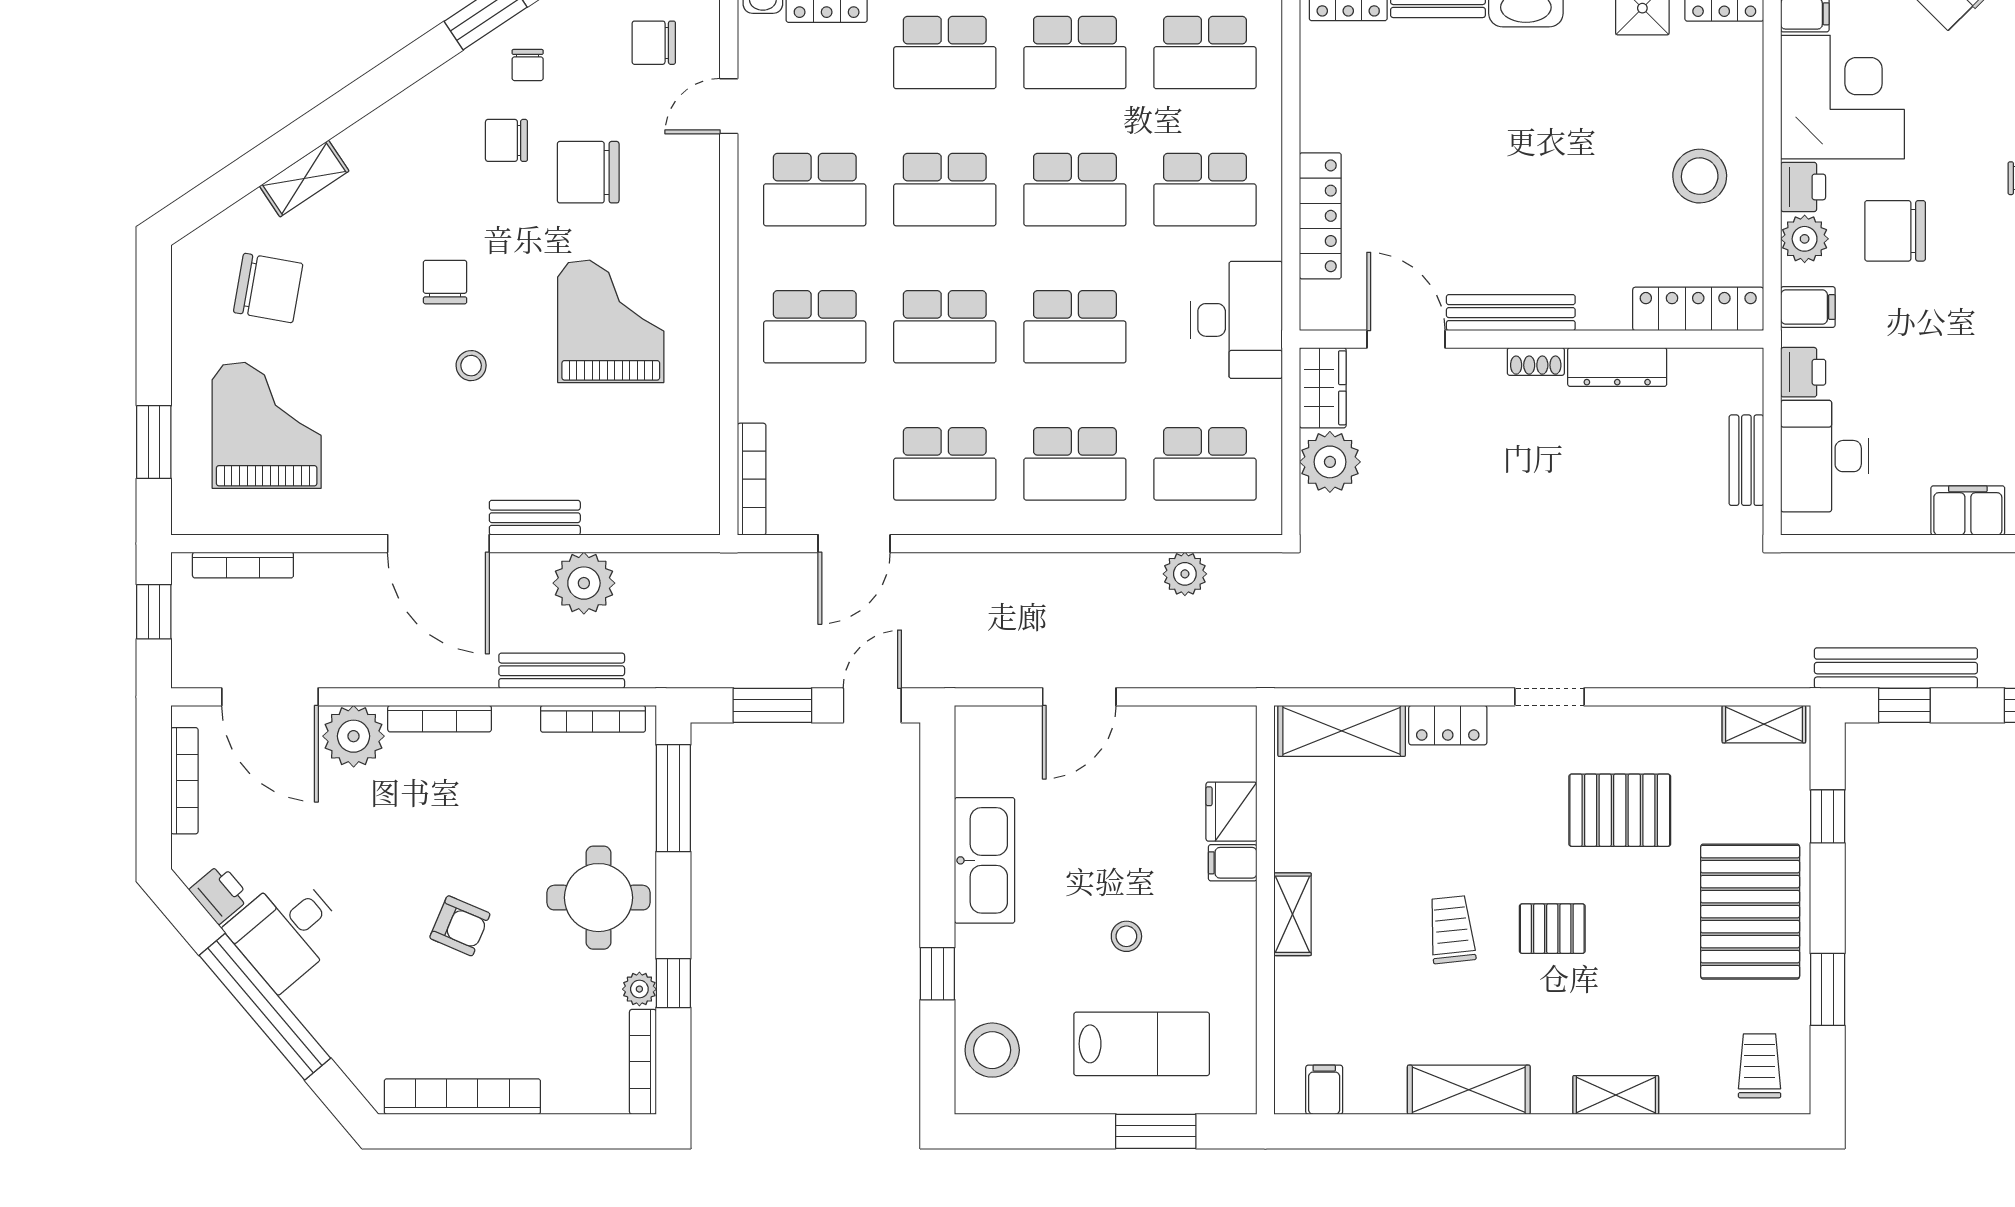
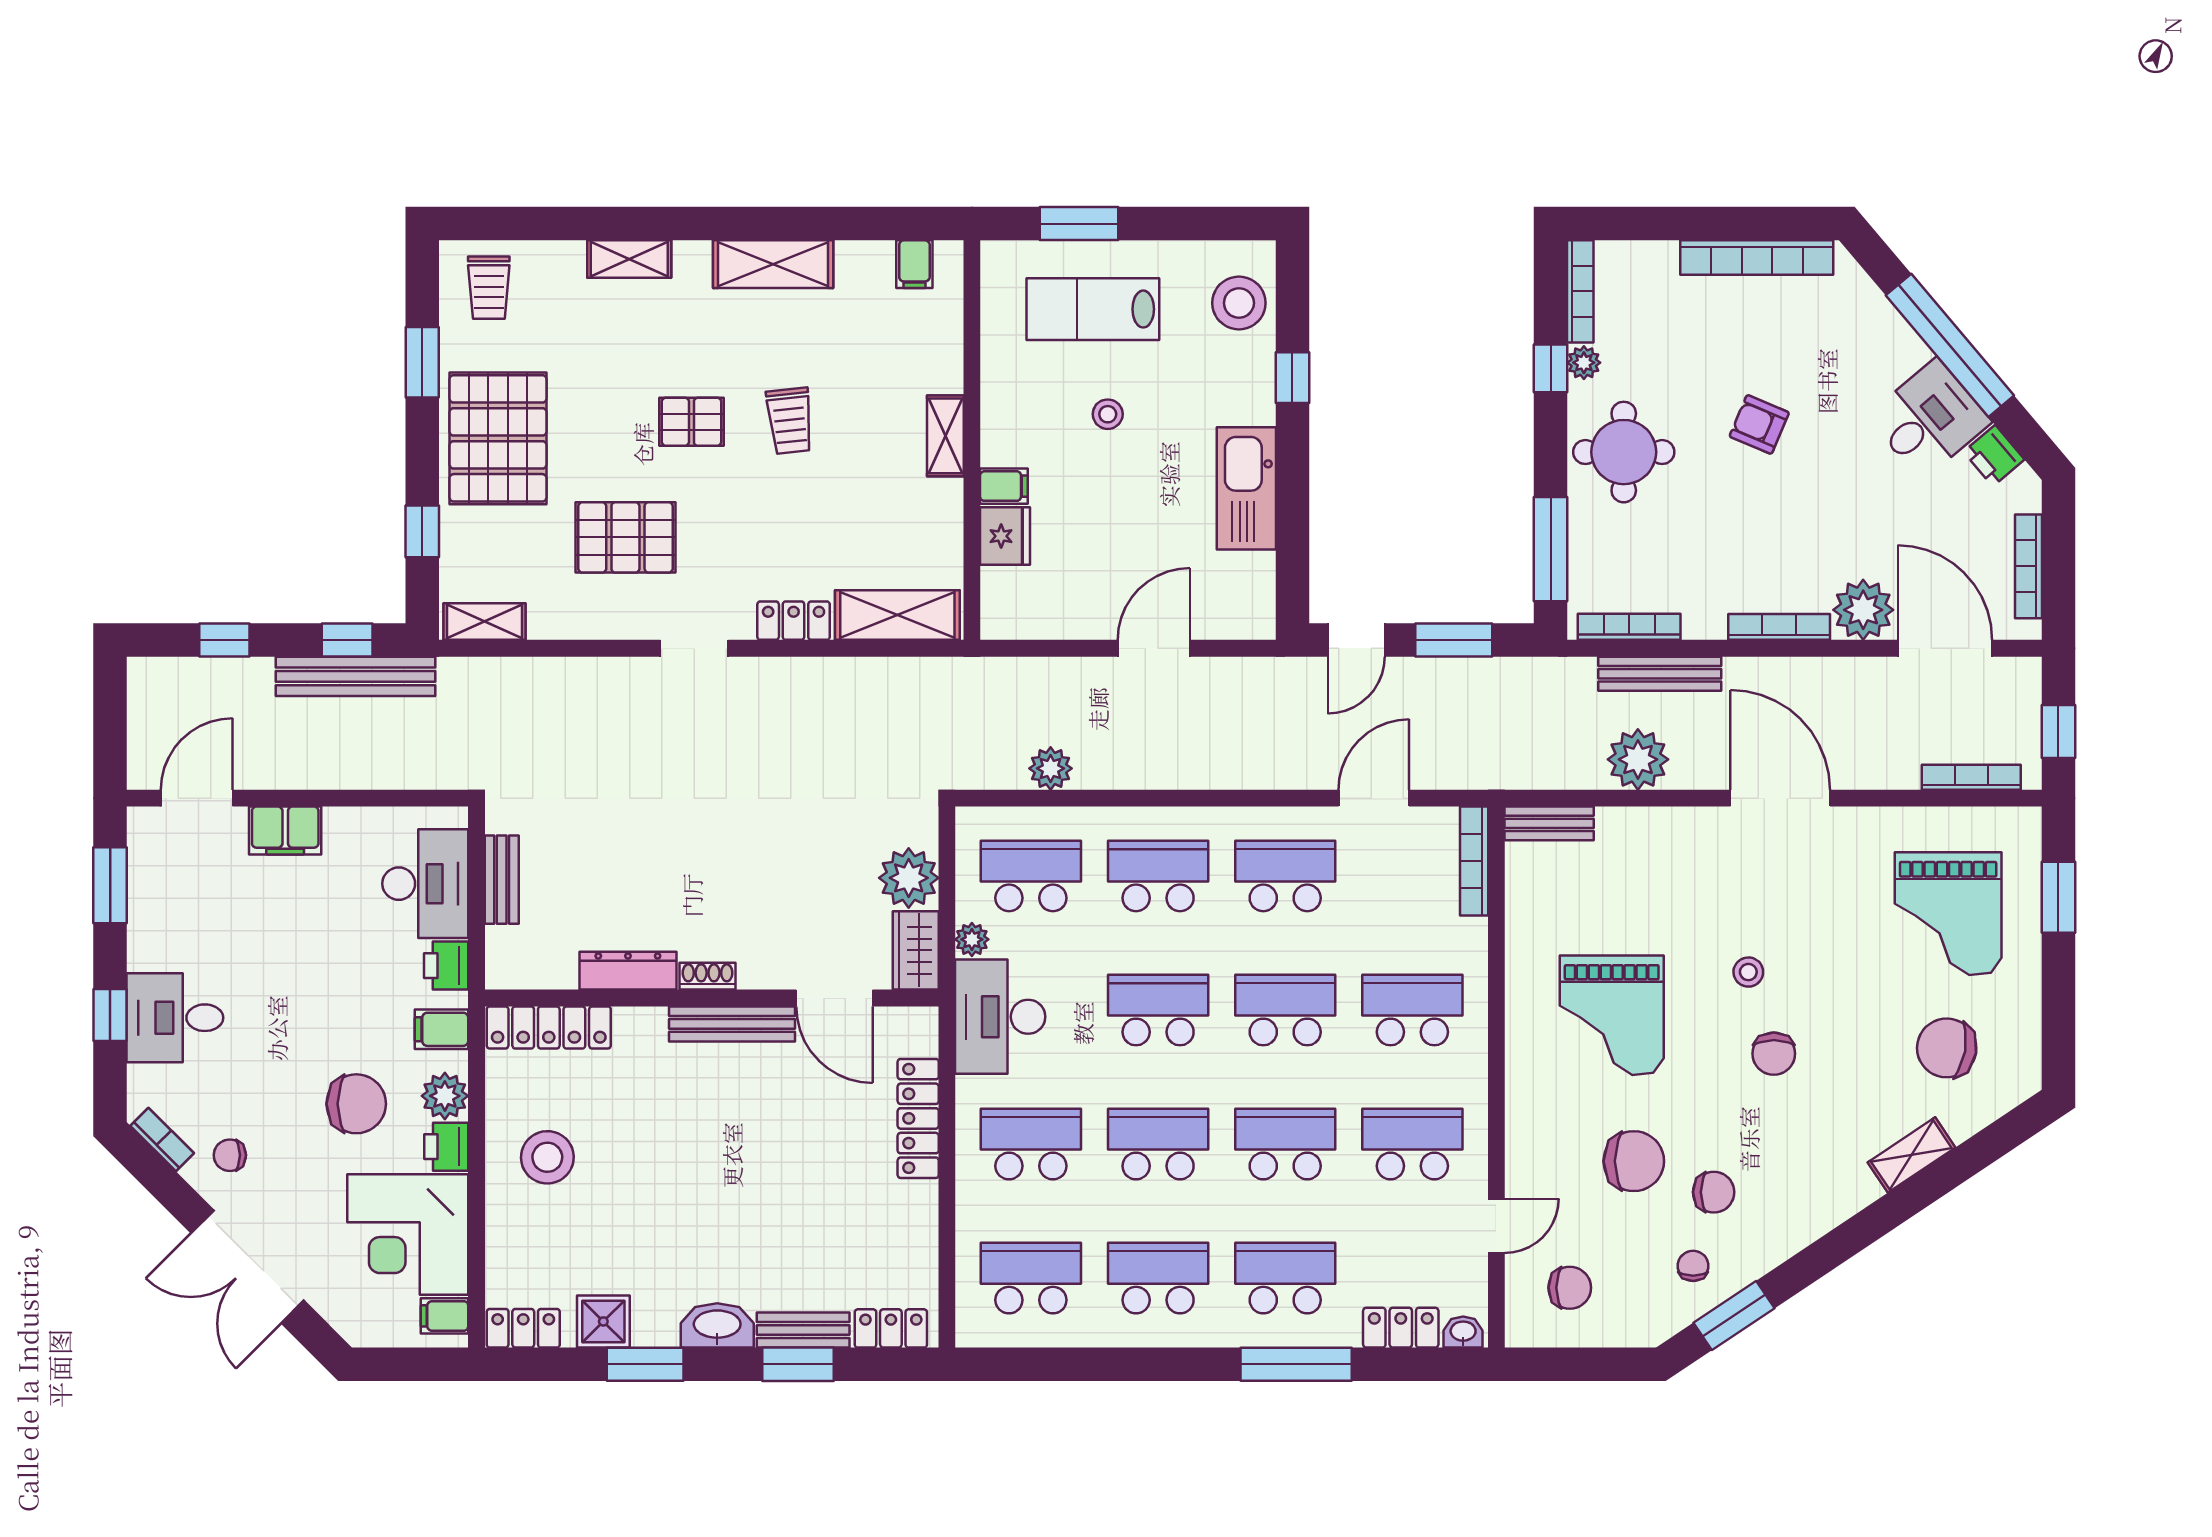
plant: (1265, 399) -> (972, 939), added
bench: (535, 518) -> (1549, 823), moved

